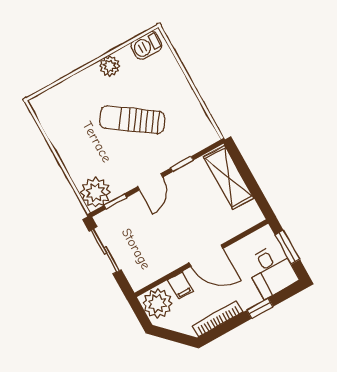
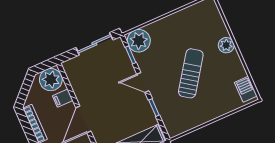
plant: (110, 66) -> (226, 45), moved

